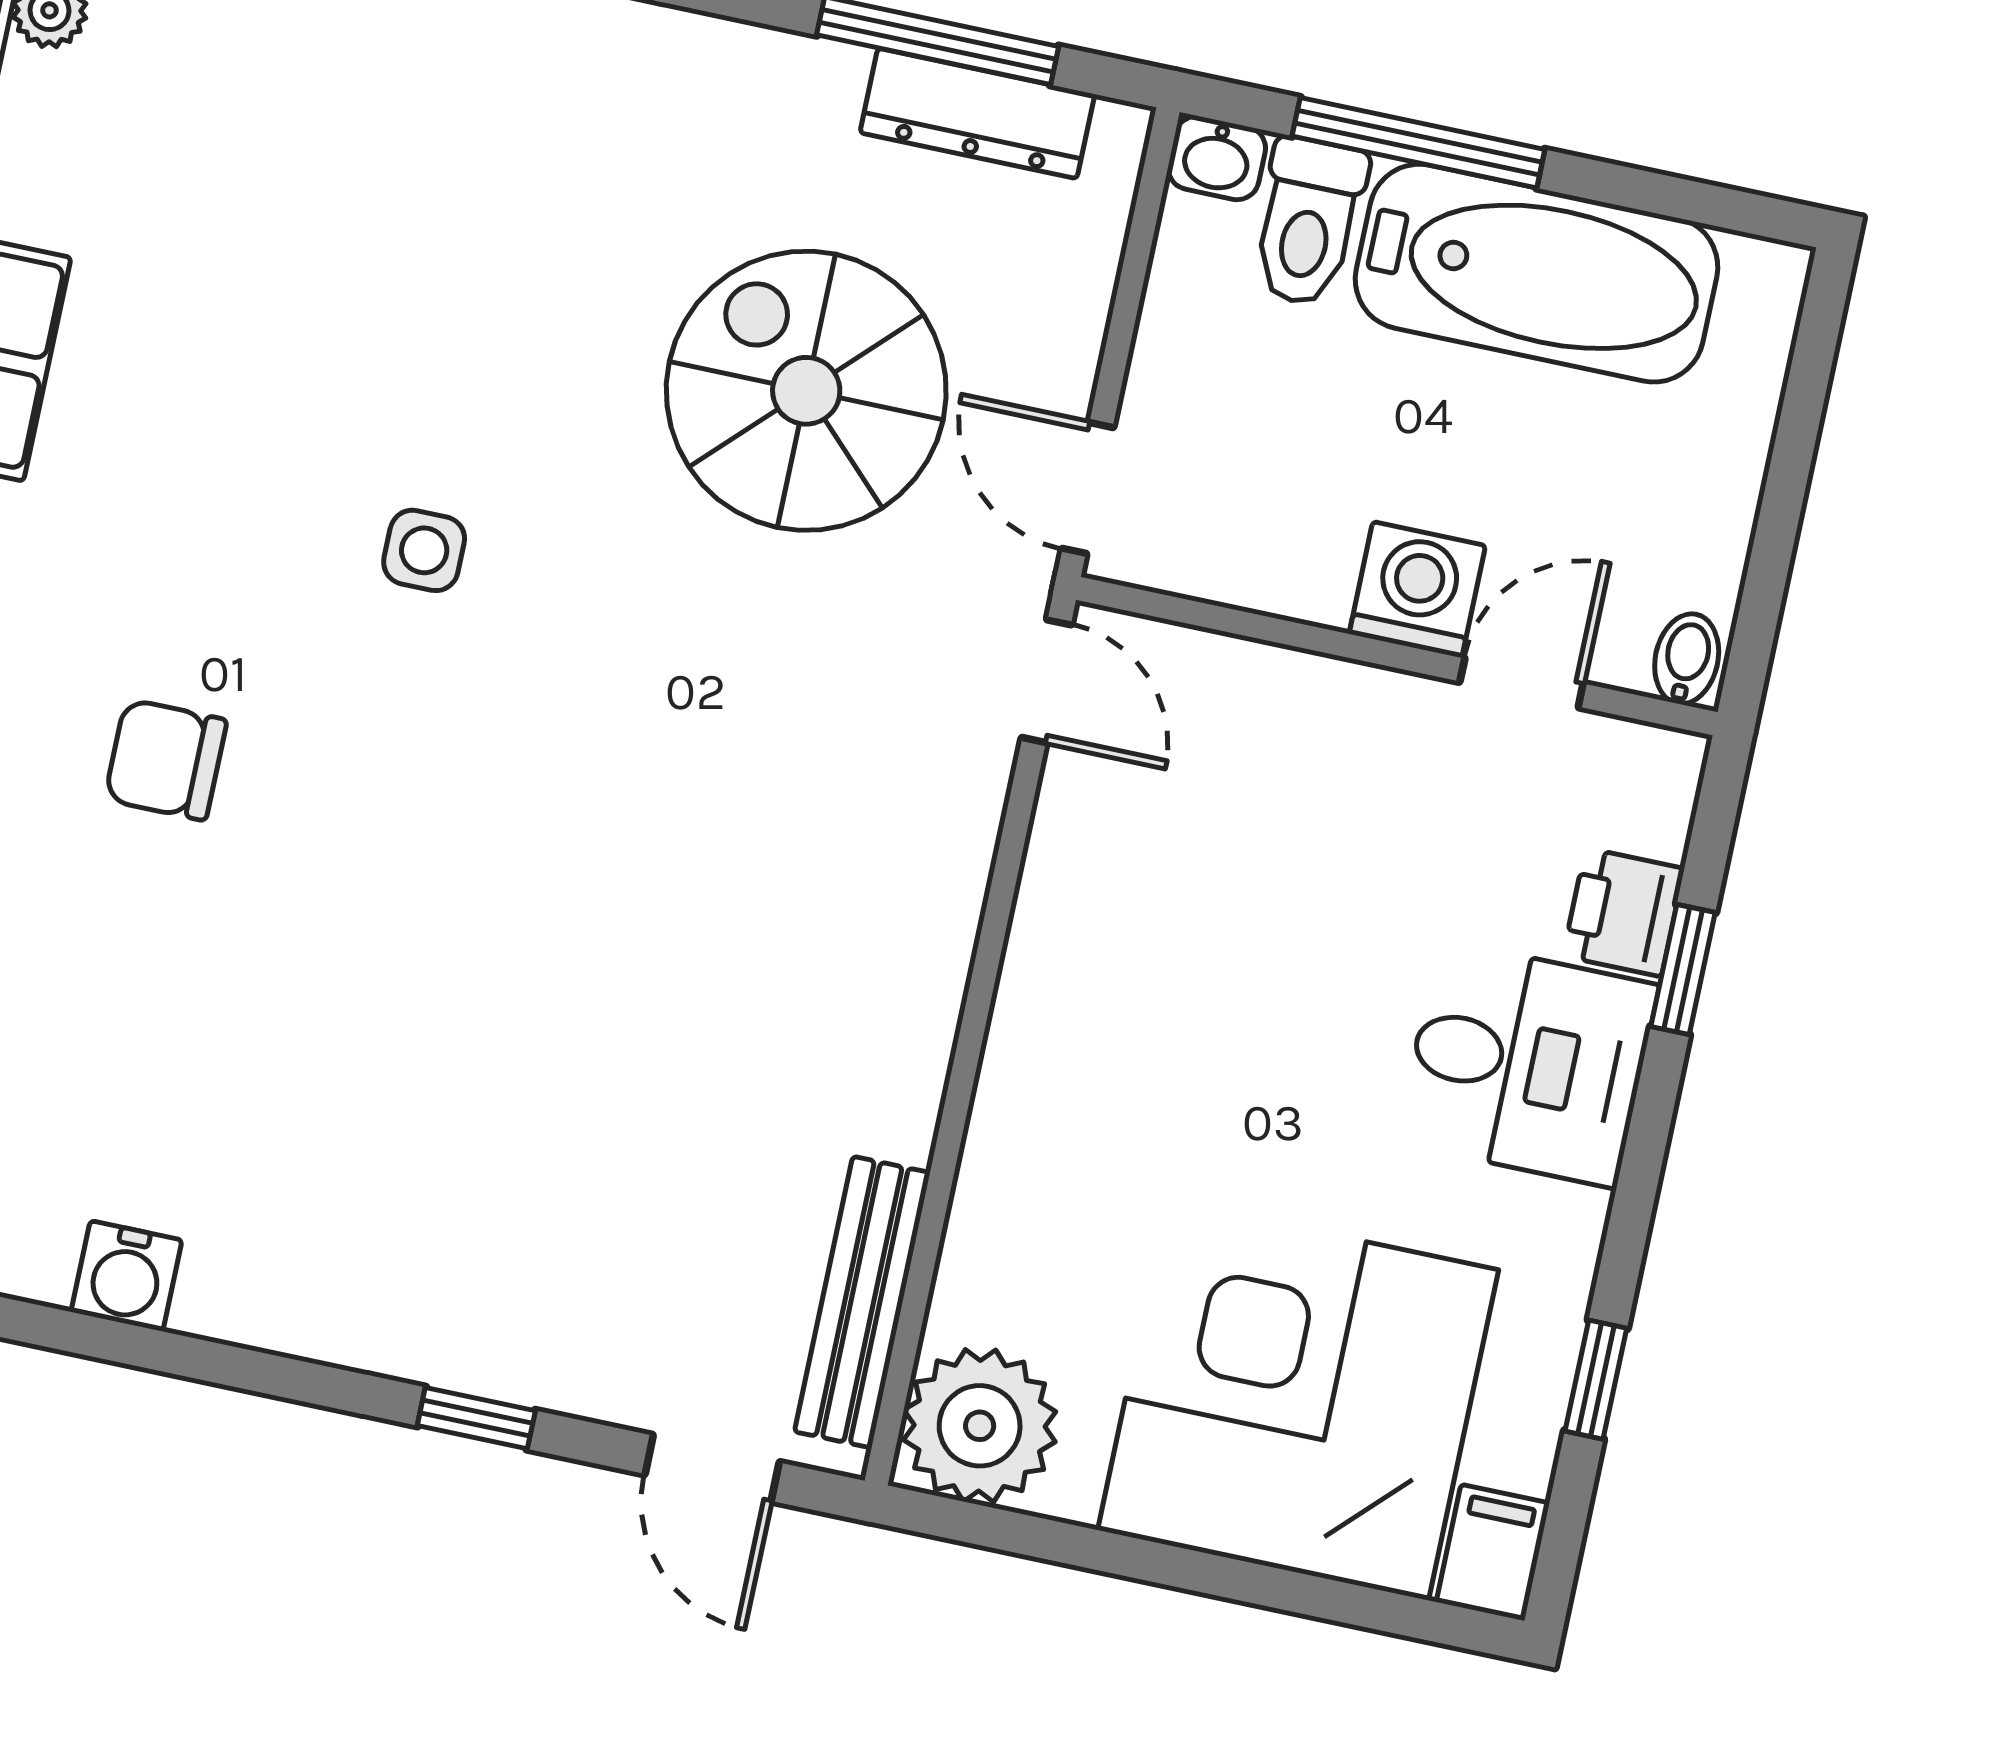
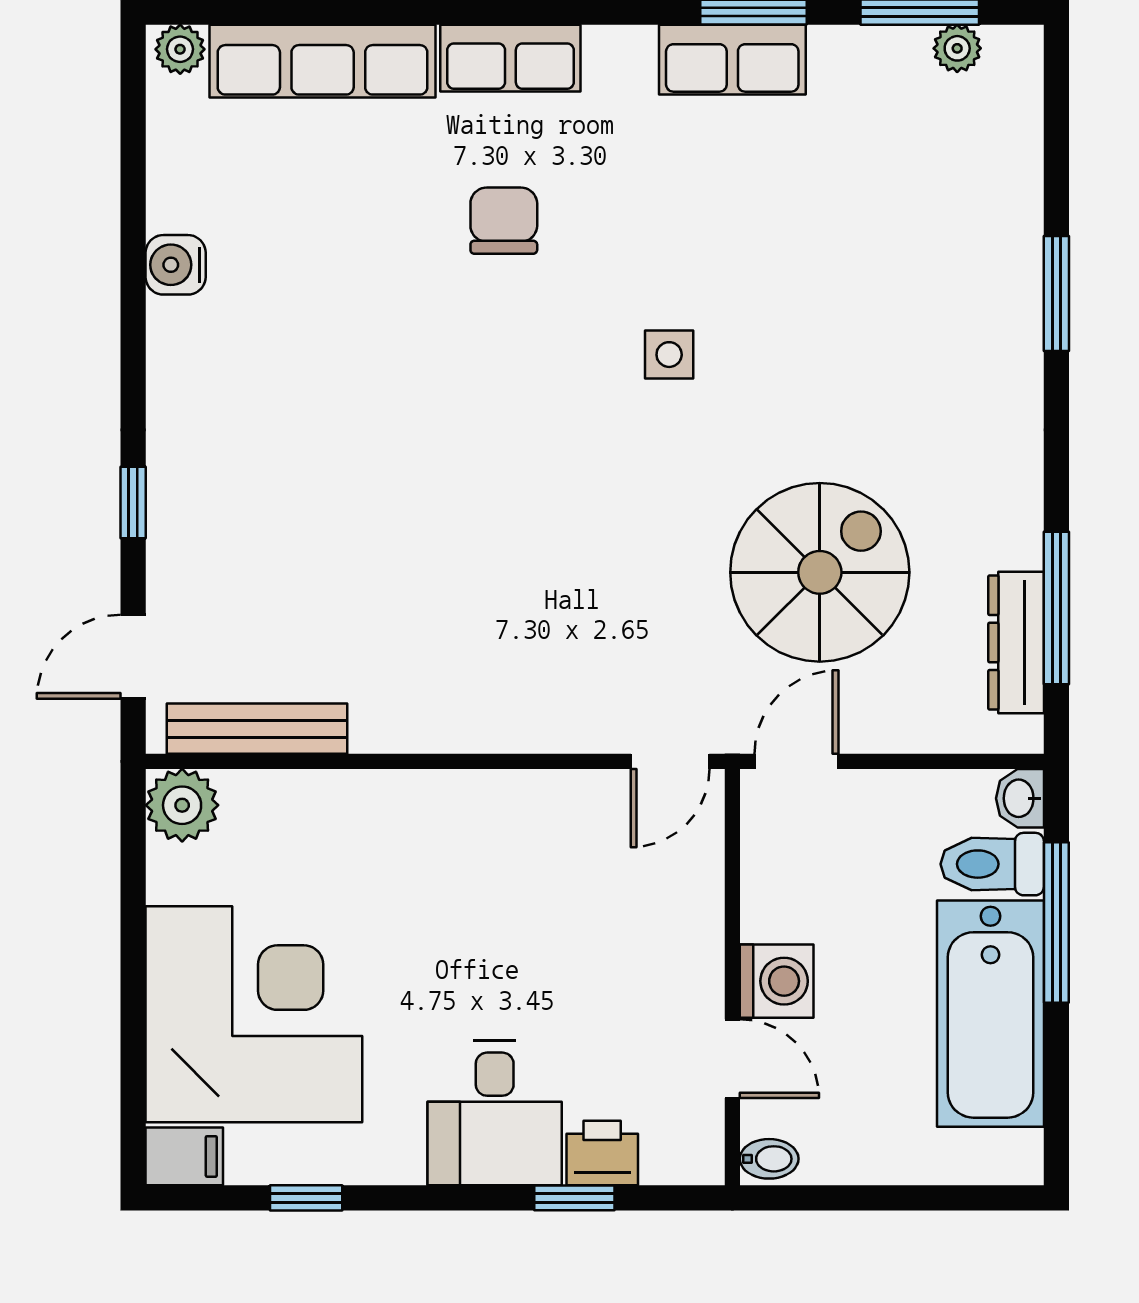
plant: (980, 1426) -> (182, 805), width x0.73, depth x0.73

